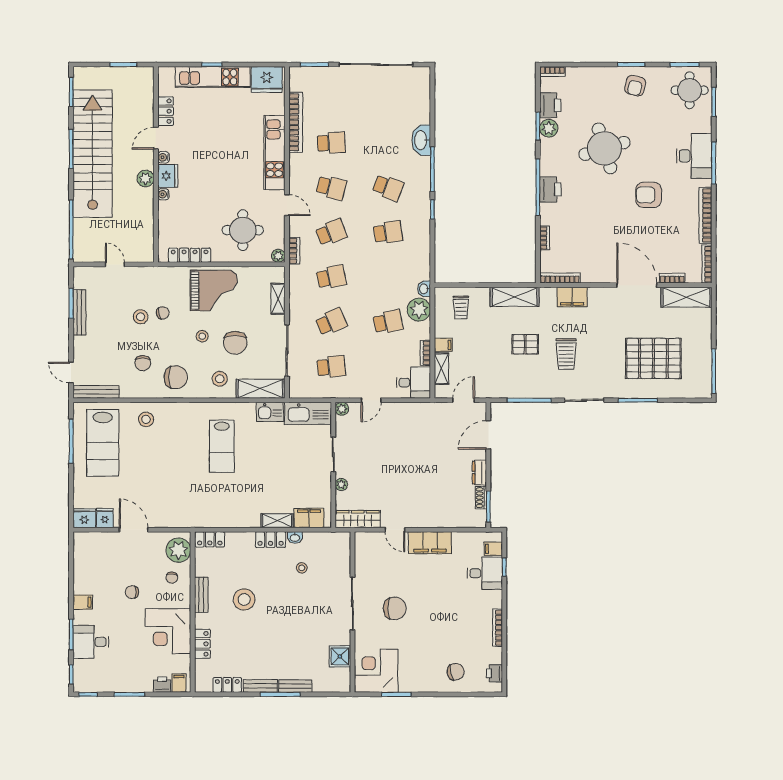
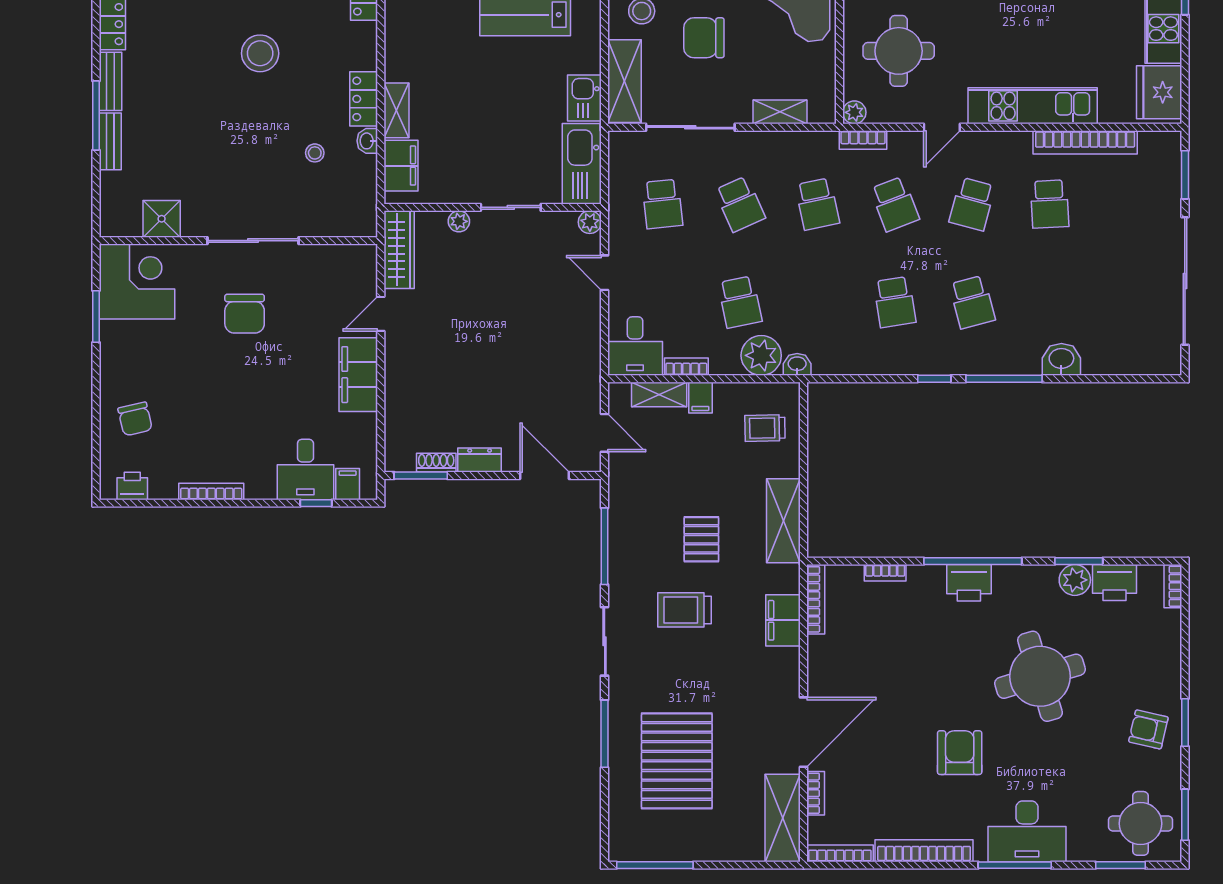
washbasin: (421, 140) -> (1061, 359), width x0.72
school desk: (388, 188) -> (972, 302), turned -36

